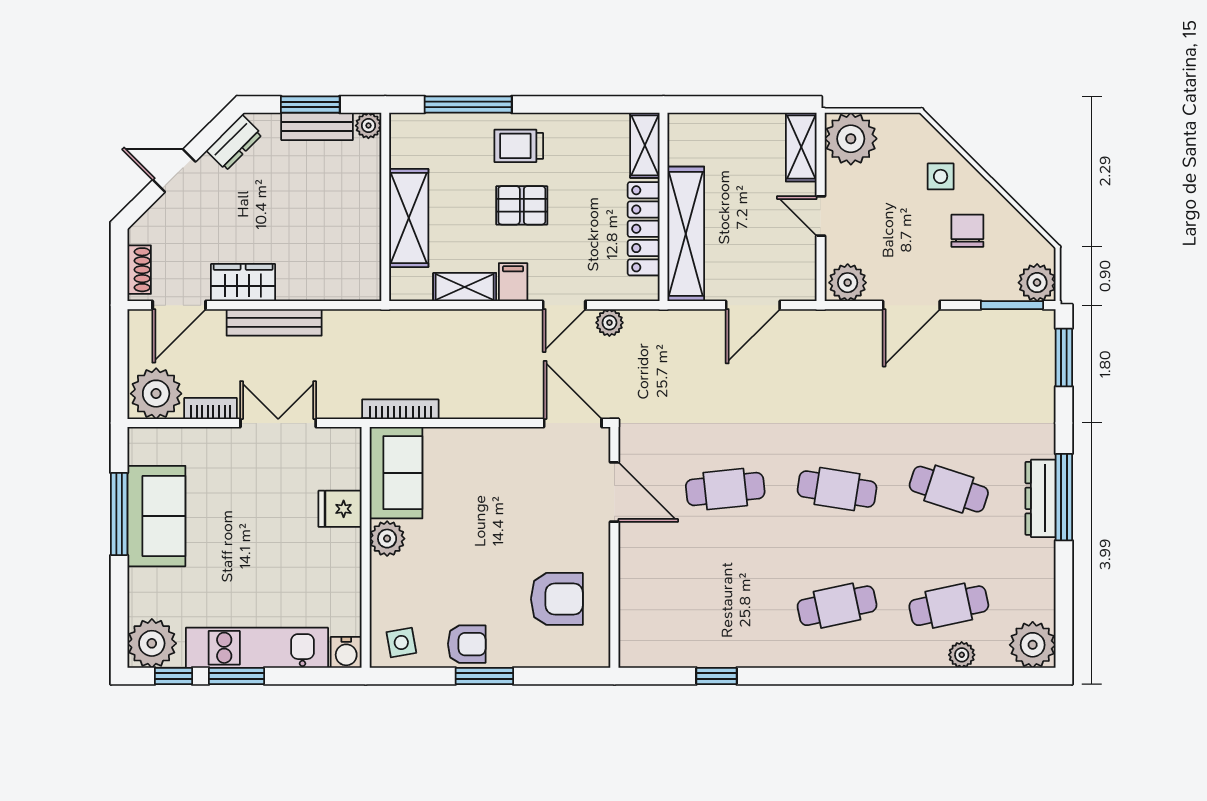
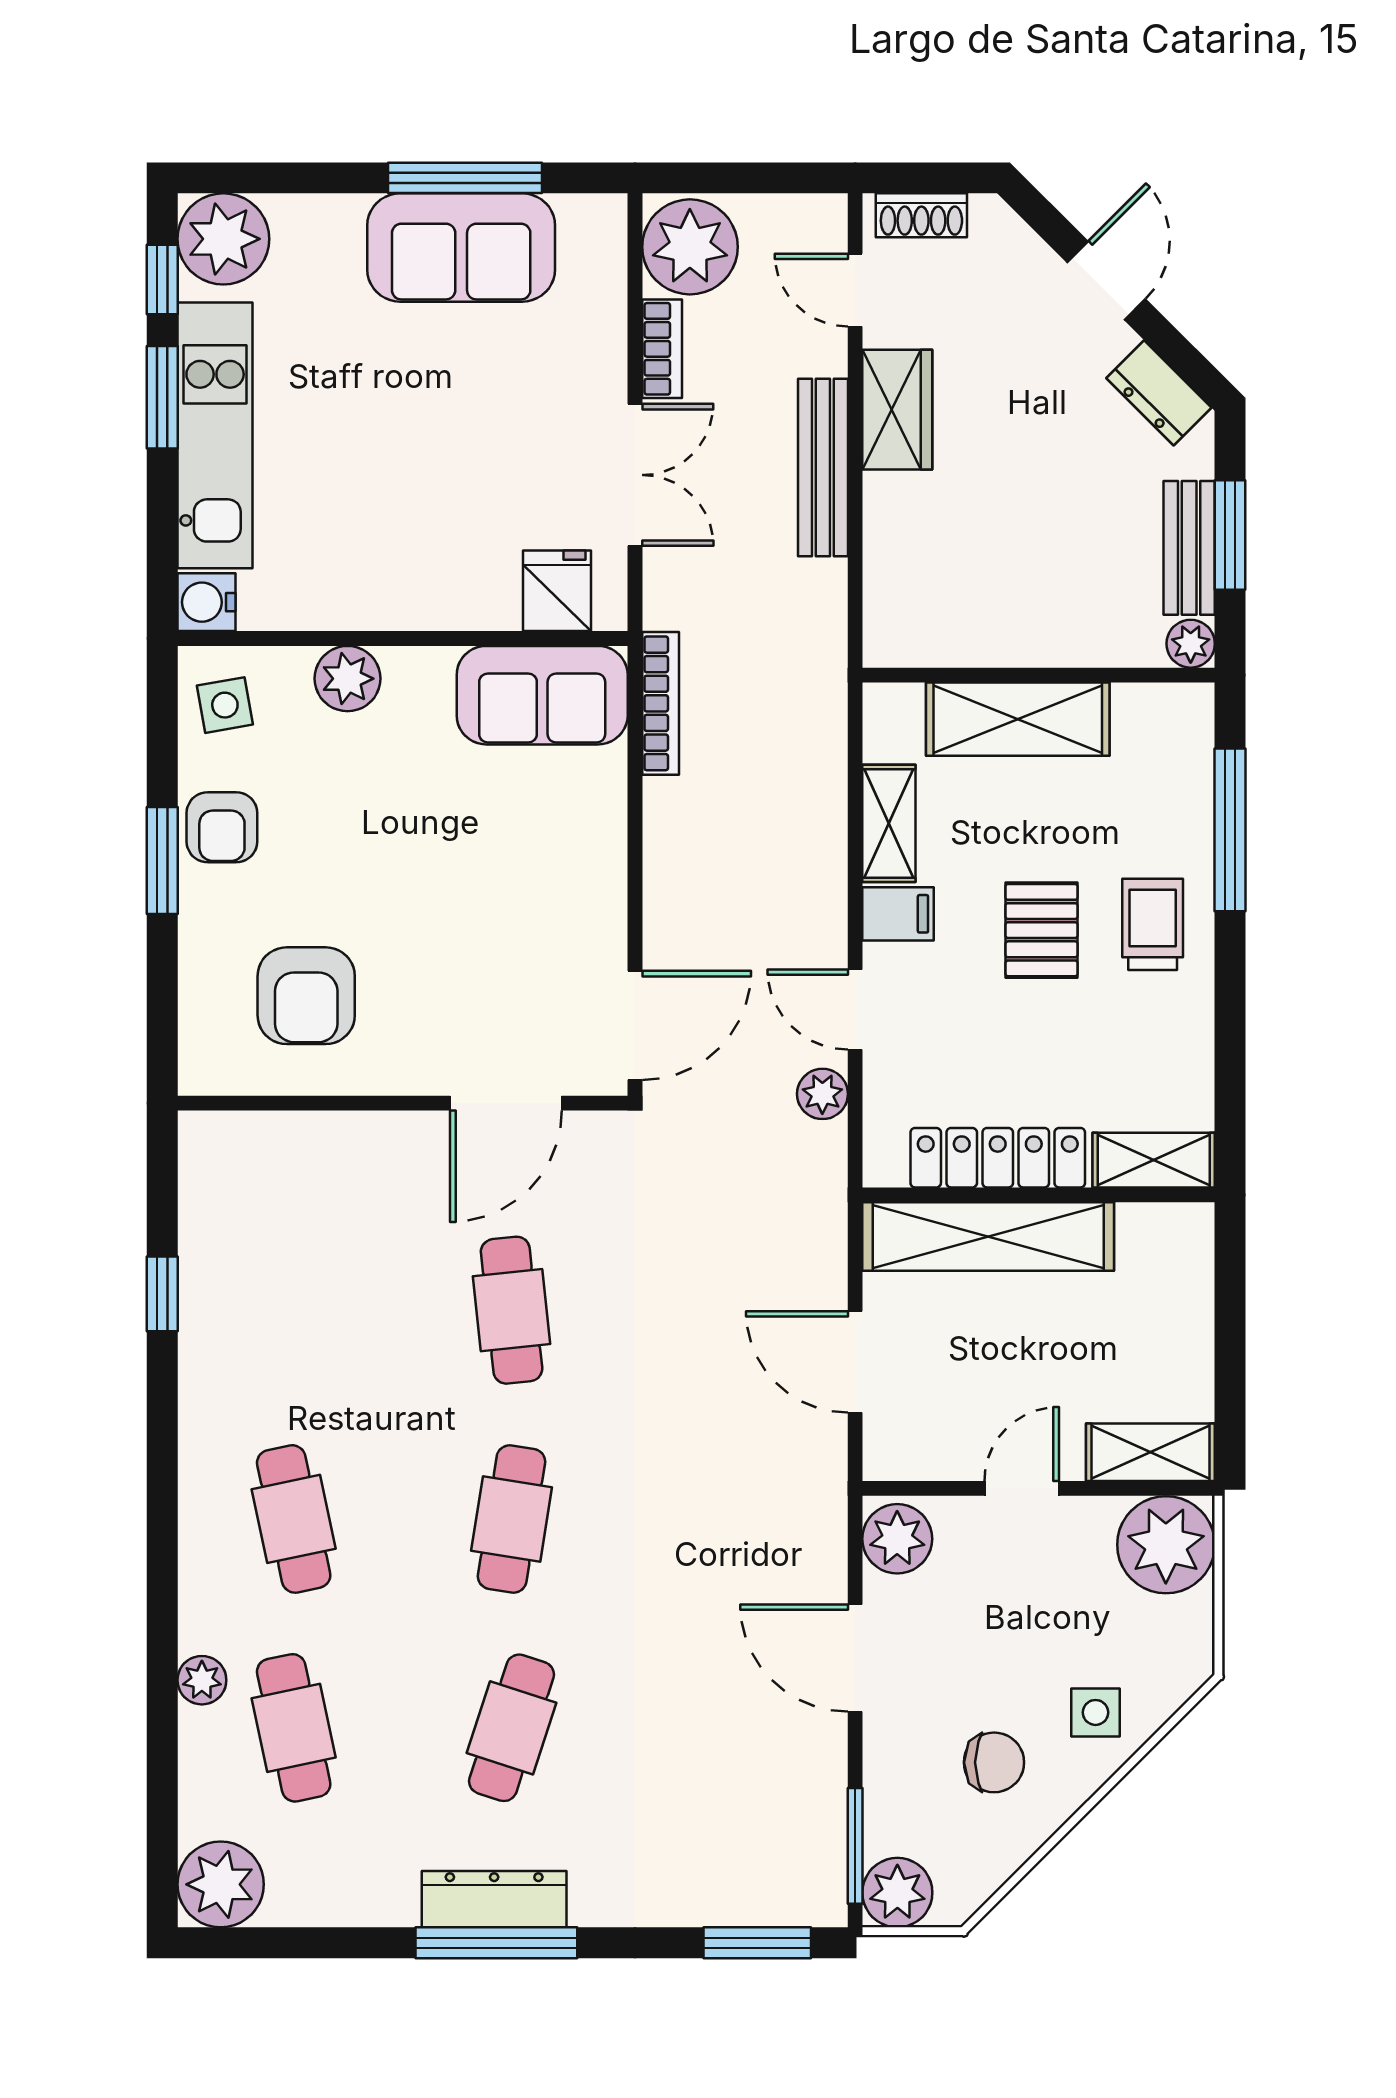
door: (179, 305) -> (855, 290), width x0.73
fridge: (340, 509) -> (557, 591), moved
plant: (387, 539) -> (348, 679), moved
plant: (962, 655) -> (202, 1680), moved

